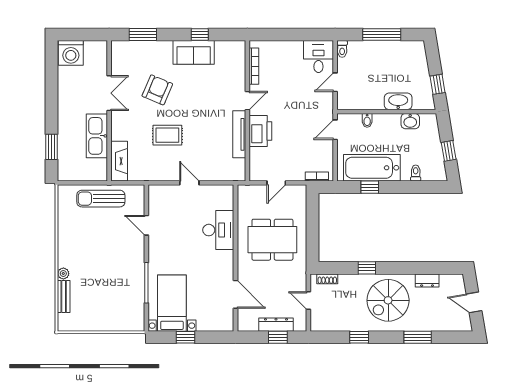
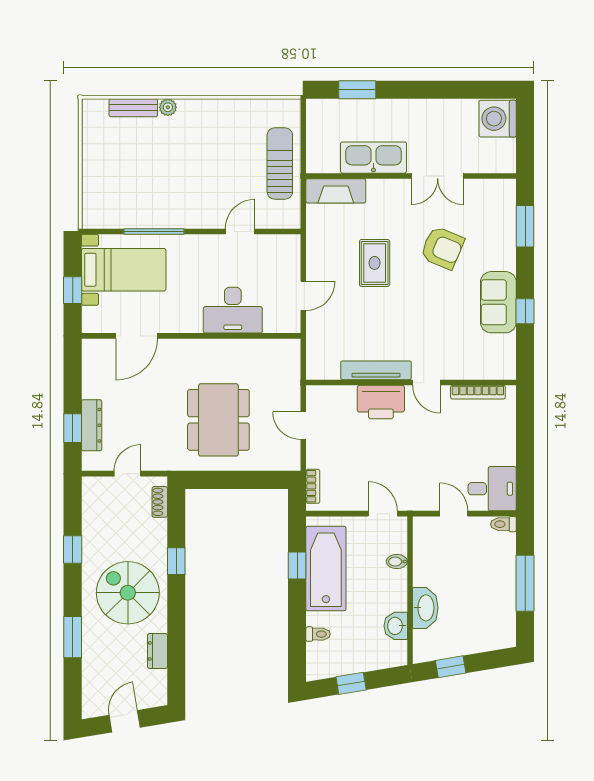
desk: (218, 230) -> (233, 310), moved
wall: (236, 258) -> (191, 336), moved
door: (236, 294) -> (137, 336), moved

